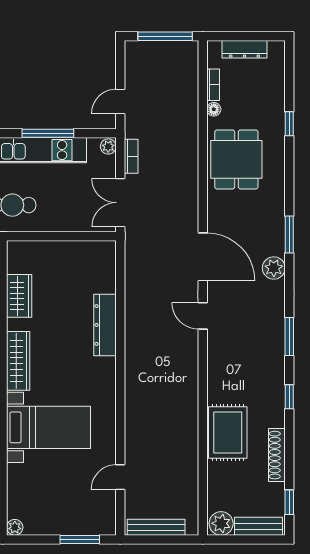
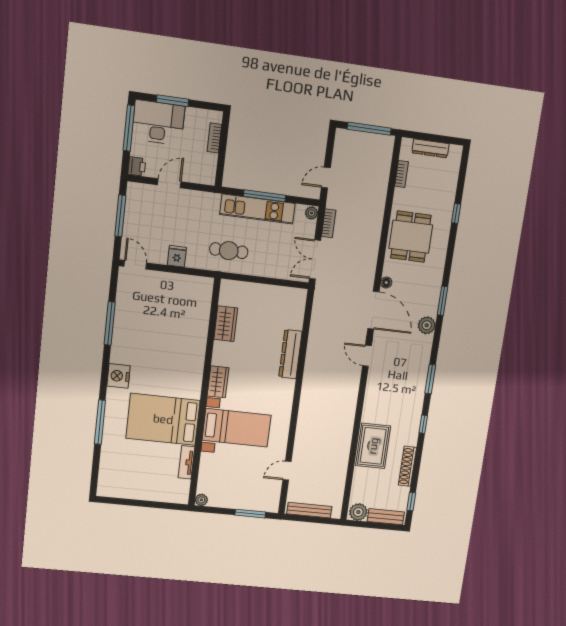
floor lamp: (214, 109) -> (386, 283), moved
wardrobe: (18, 361) -> (218, 382), width x0.67

